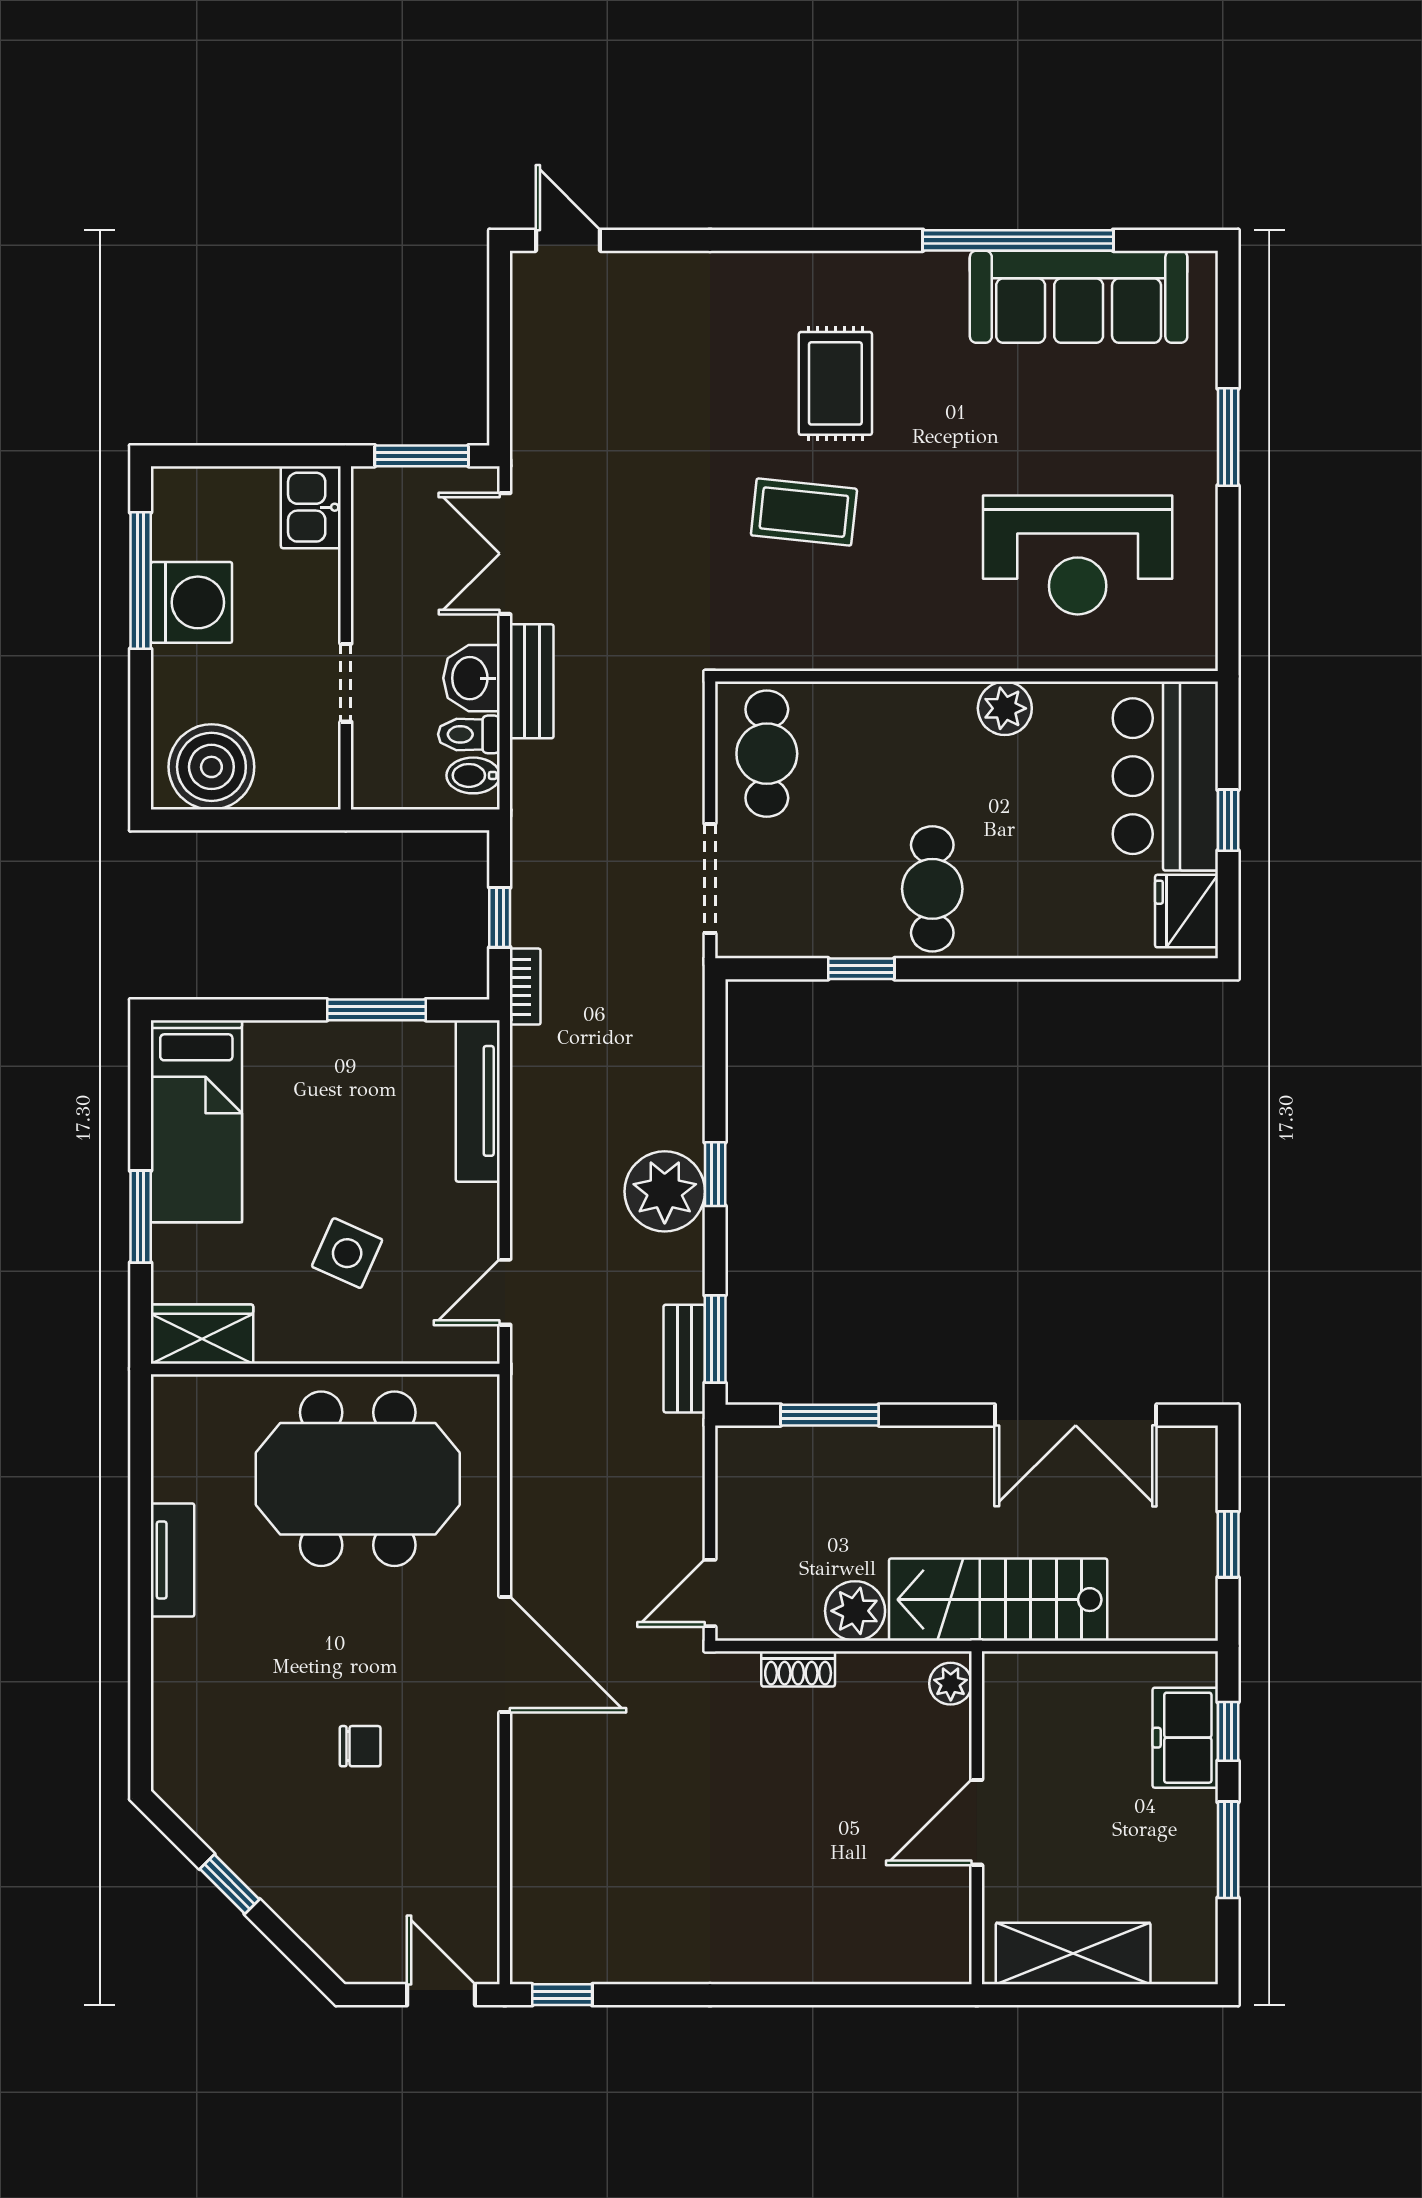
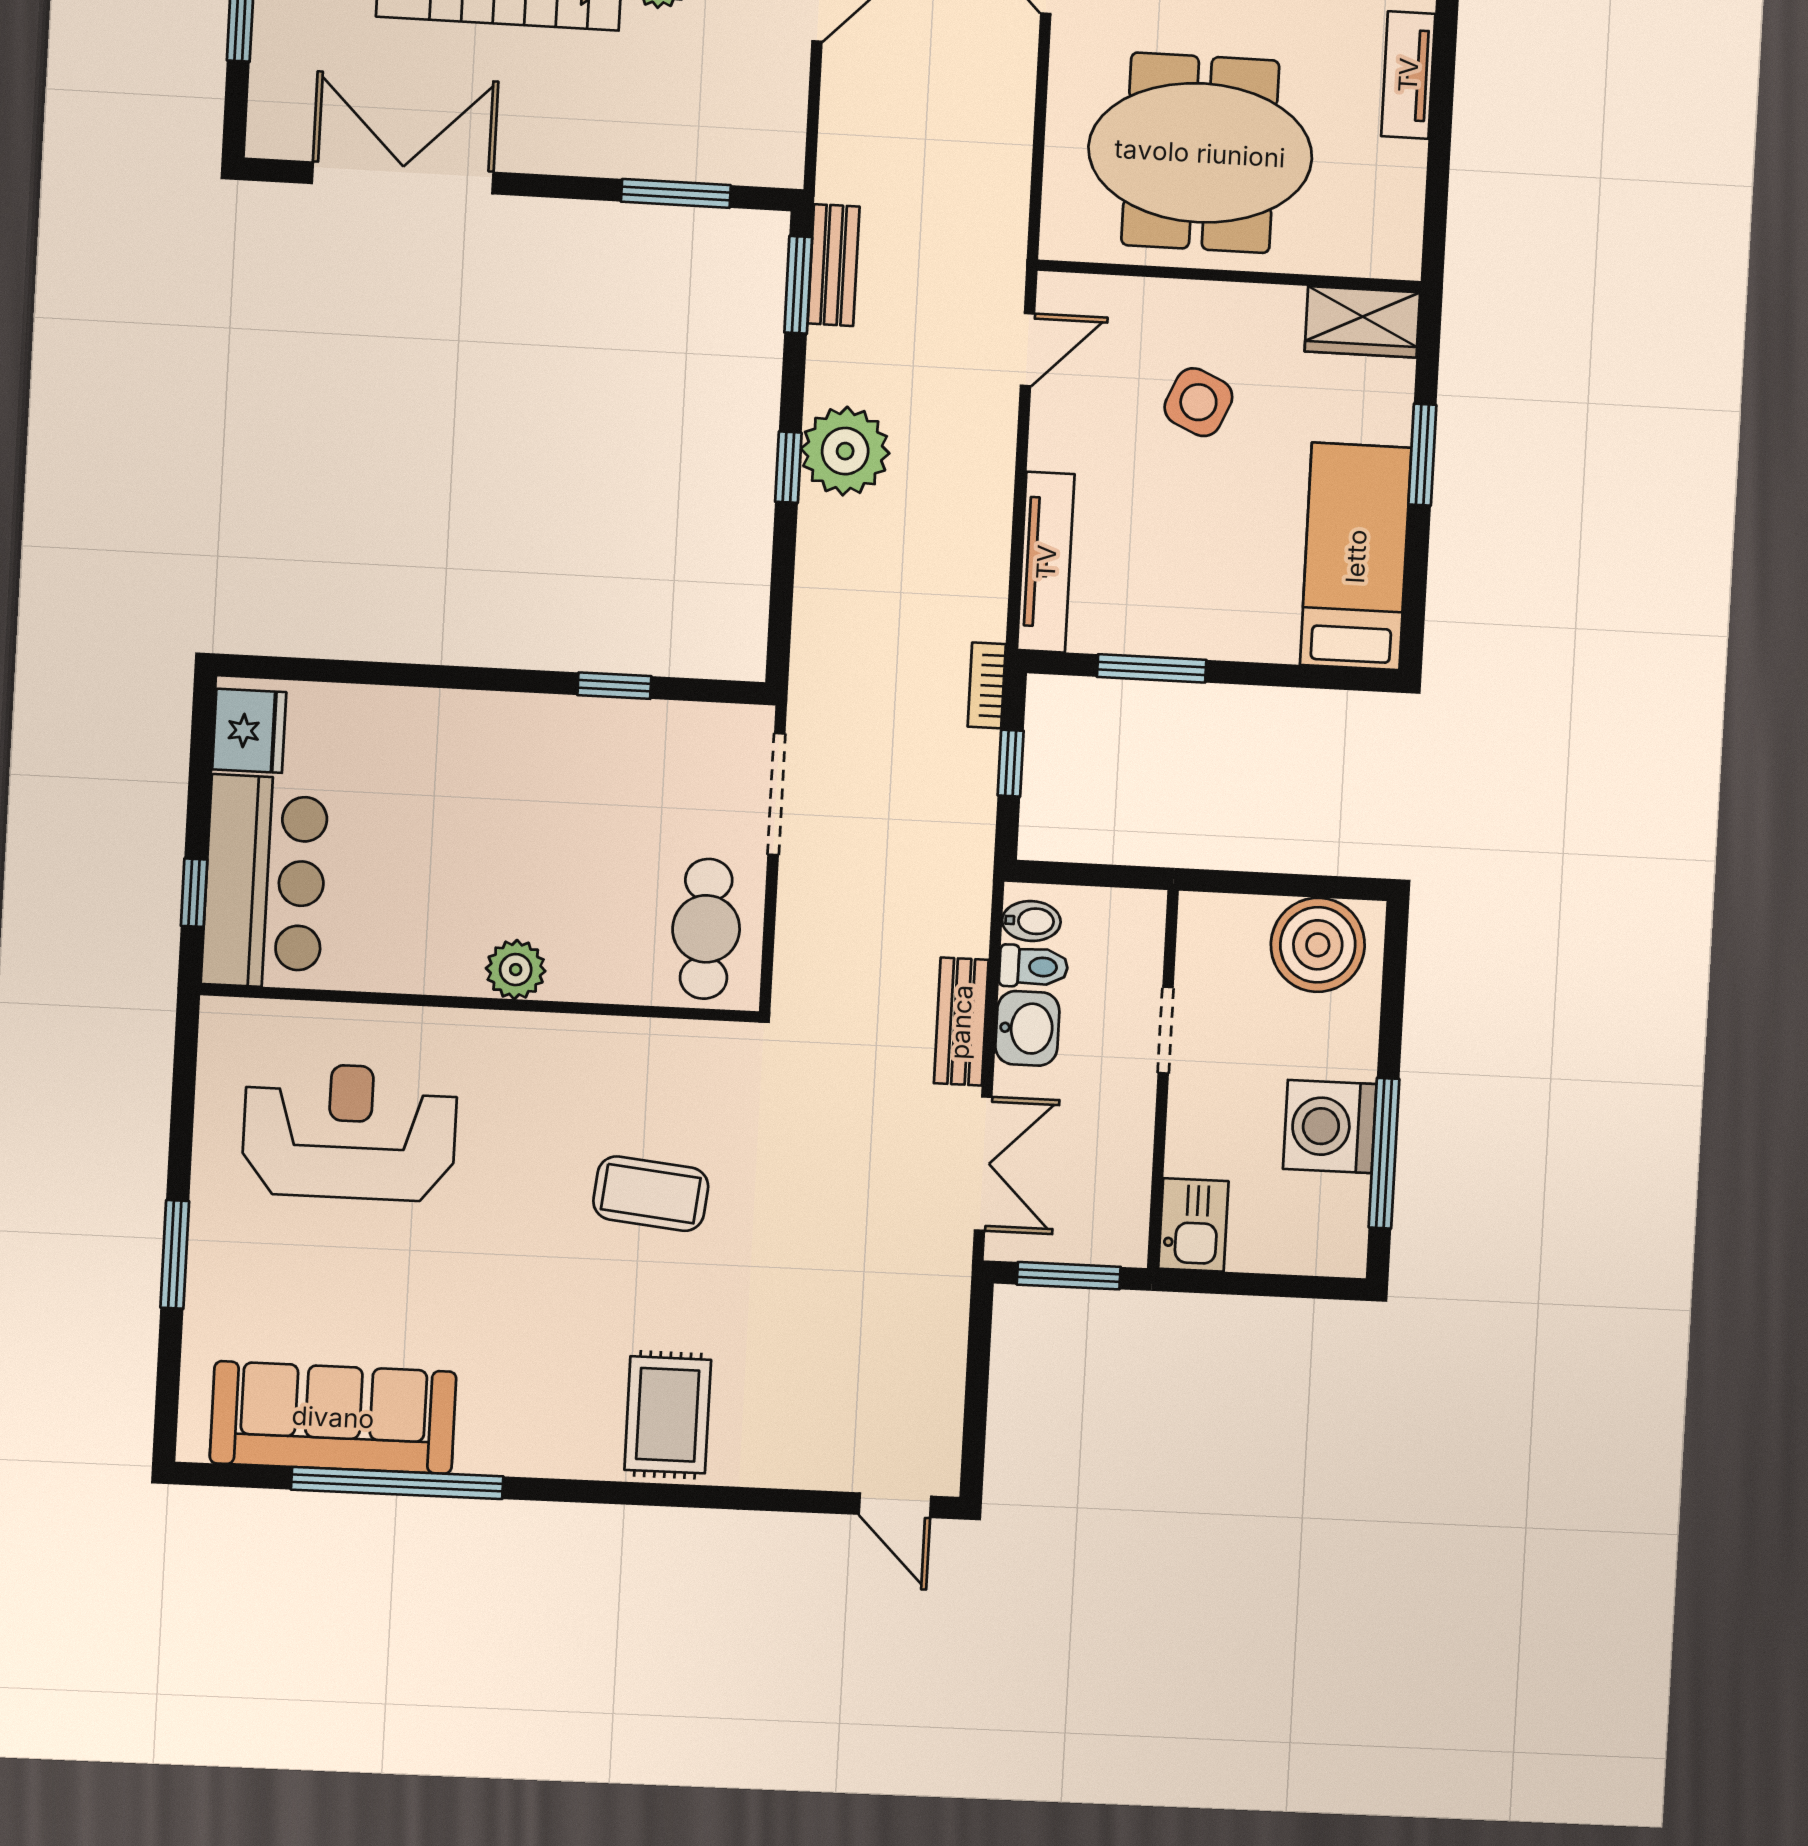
rug: (835, 383) -> (668, 1415), moved
plant: (1005, 708) -> (516, 970), moved
window: (1228, 820) -> (194, 893), moved
cafe table: (932, 889) -> (531, 770), removed

